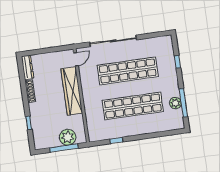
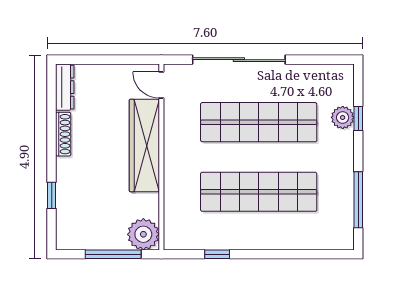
door: (76, 59) -> (161, 85), swing flipped
plant: (175, 103) -> (343, 117), moved
plant: (68, 137) -> (143, 234), moved

